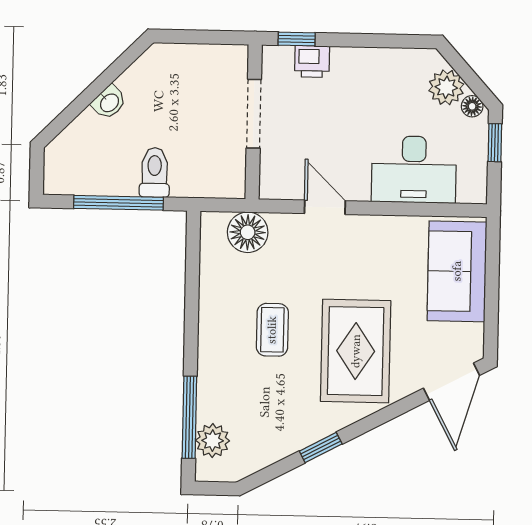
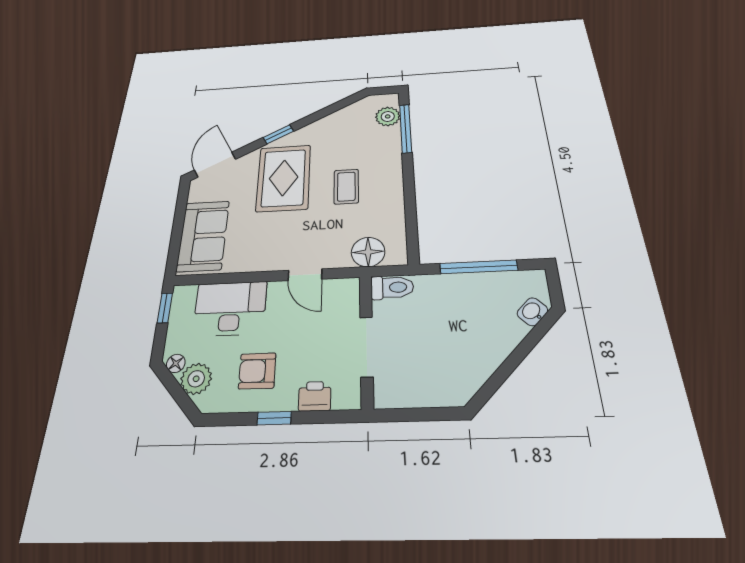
window: (297, 39) -> (274, 418), moved
armchair: (377, 93) -> (257, 371), added
washbasin: (109, 102) -> (532, 312), moved
window: (495, 143) -> (165, 308), moved
toilet: (155, 172) -> (392, 287), moved, turned -90
window: (321, 448) -> (278, 134), moved

